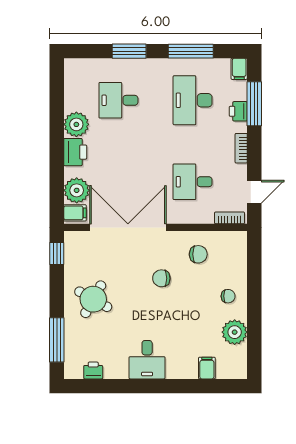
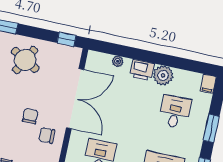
plant: (77, 190) -> (118, 61), width x0.53, depth x0.53
filing cabinet: (75, 213) -> (208, 84), moved
chair: (198, 254) -> (47, 135), moved, turned 90

